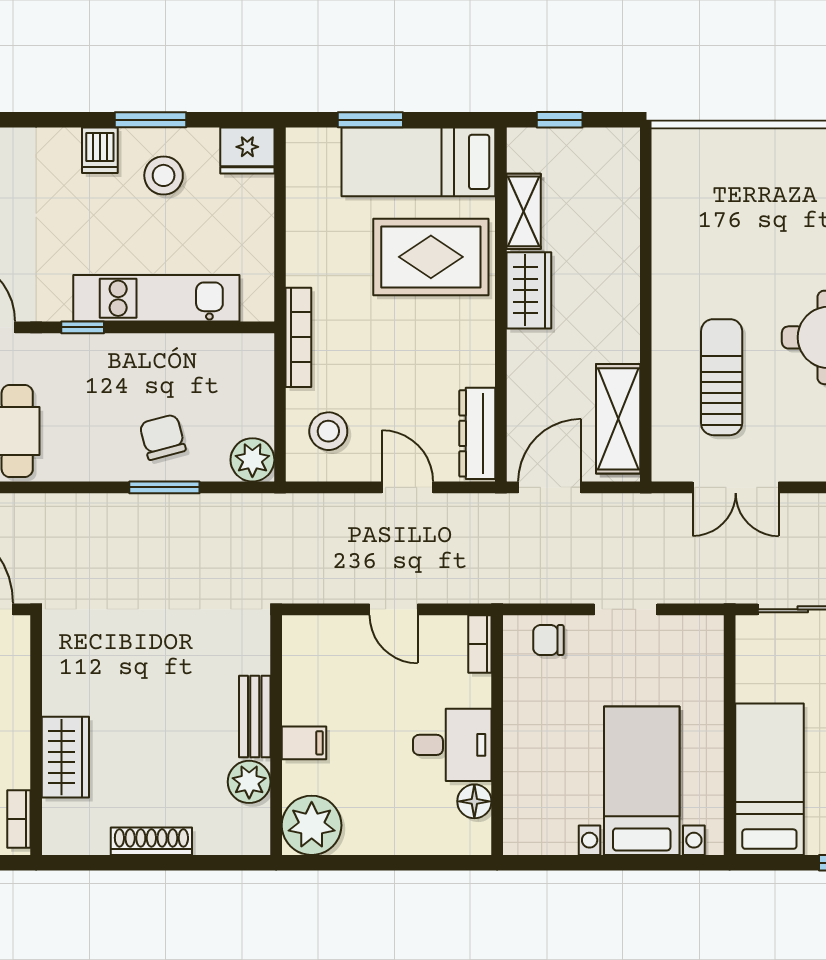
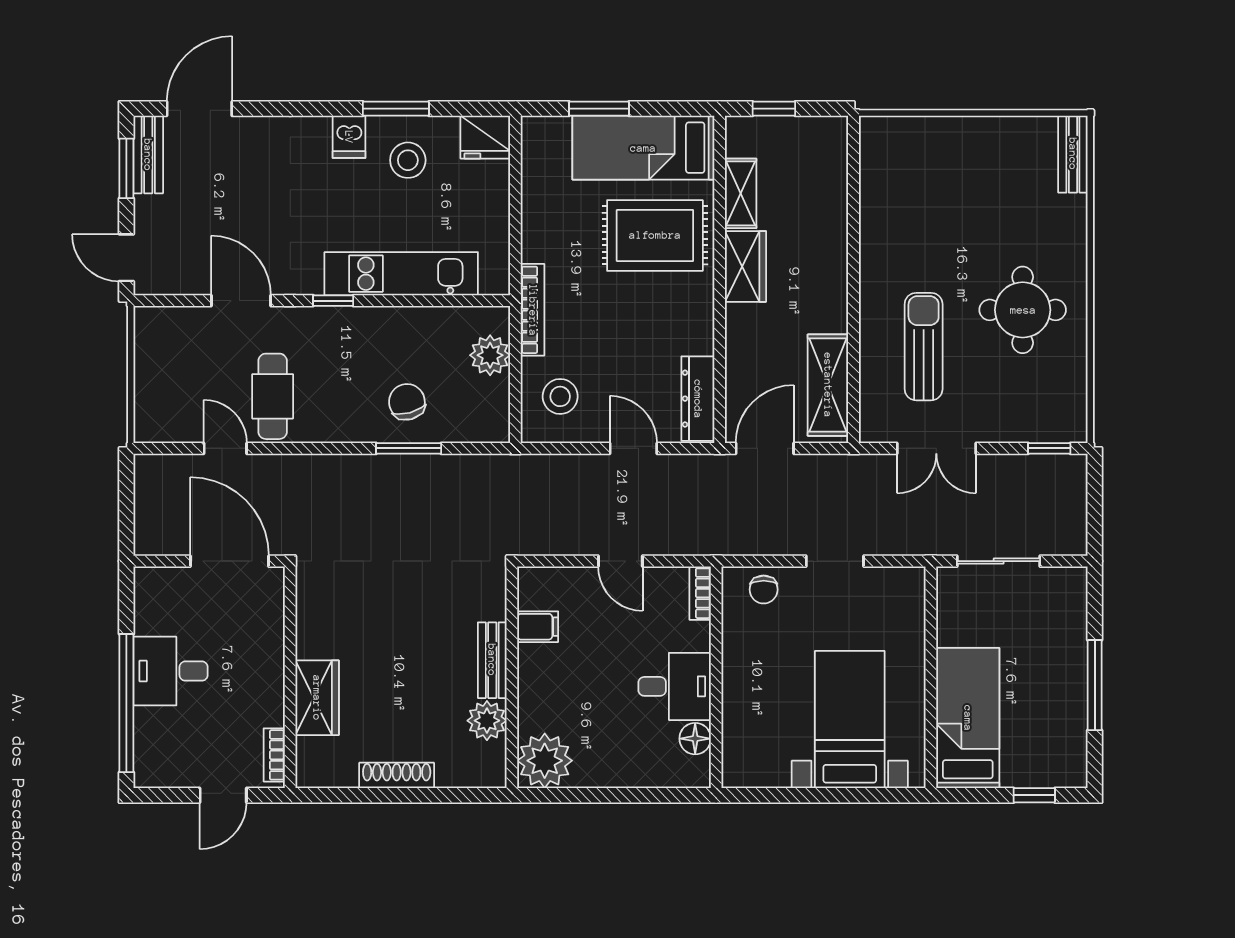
plant: (252, 460) -> (490, 355), moved
chair: (548, 640) -> (764, 590), turned -90
filing cabinet: (304, 743) -> (538, 627), moved

